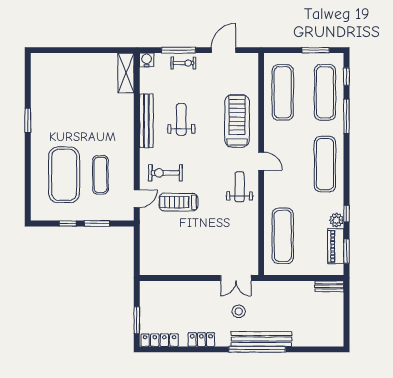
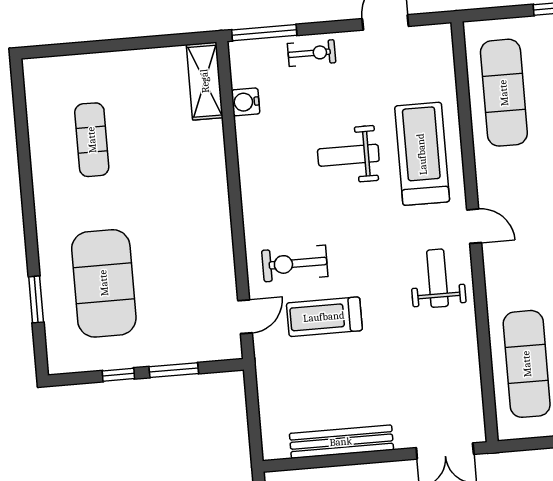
window: (178, 50) -> (264, 33), moved
water cooler: (147, 60) -> (246, 102), moved, turned -90
weight bench: (181, 119) -> (348, 155), moved, turned -90
window: (28, 120) -> (36, 299), moved
bench: (146, 121) -> (341, 442), moved, turned 90
exercise mat: (100, 175) -> (92, 140), moved

